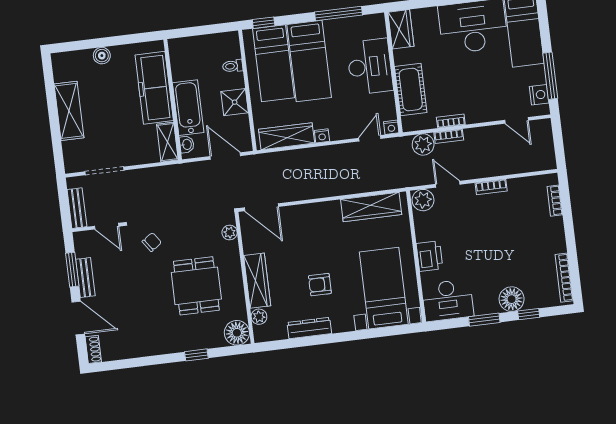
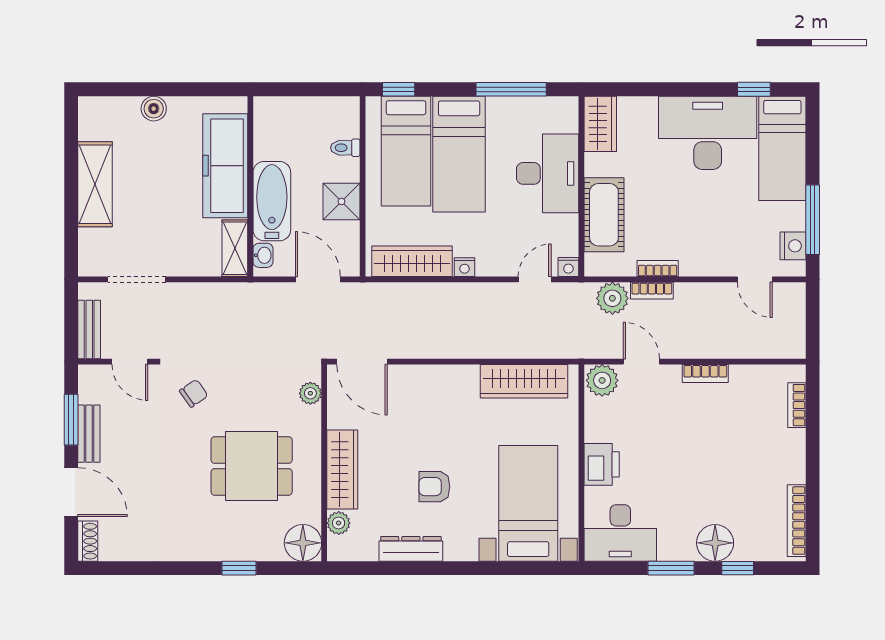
dining table: (196, 286) -> (252, 466), turned 90

